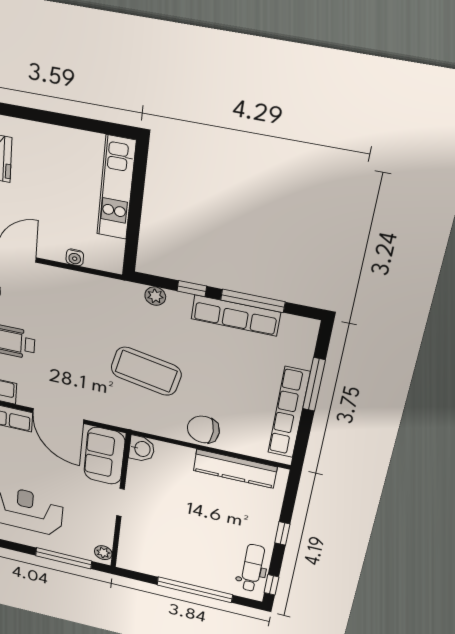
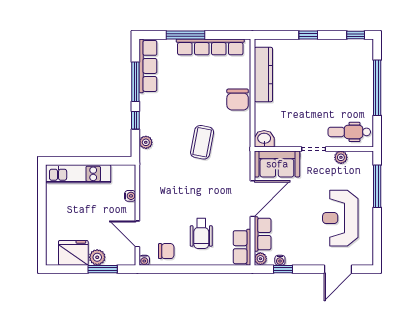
row of seats: (236, 316) -> (148, 66), moved
coffee table: (146, 371) -> (202, 142), width x0.73, depth x0.76
plant: (103, 553) -> (341, 157), moved
dental chair: (252, 568) -> (349, 132), moved

